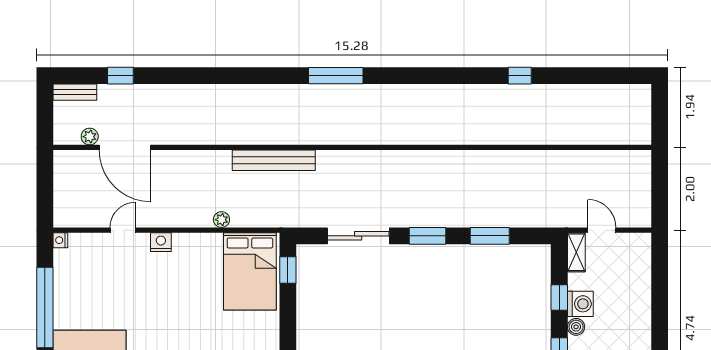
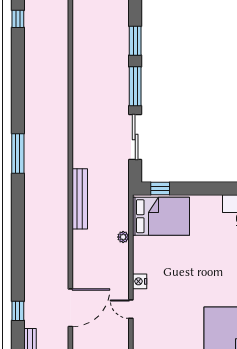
plant: (90, 137) -> (62, 333), removed
window: (428, 236) -> (135, 86), width x1.44

